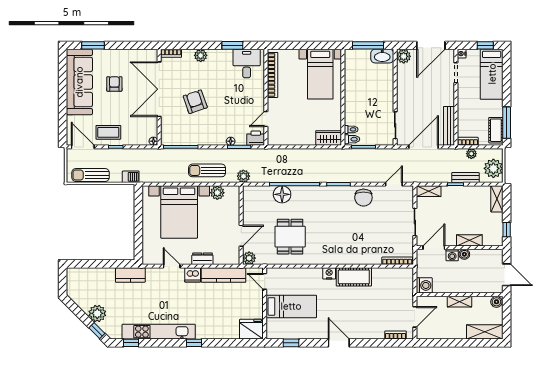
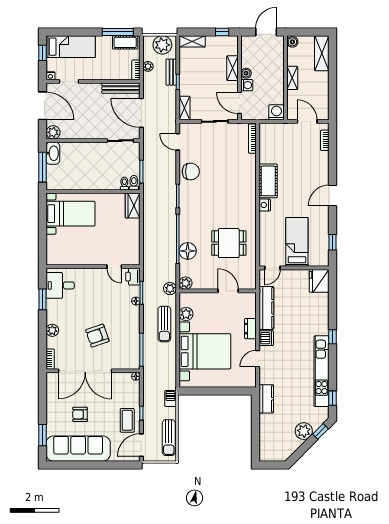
bookcase: (273, 75) -> (71, 260), removed
plant: (249, 258) -> (186, 283), moved

